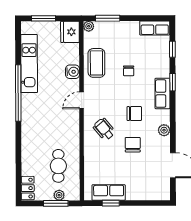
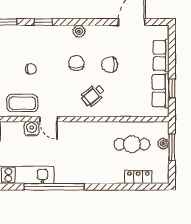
row of seats: (162, 94) -> (161, 56), moved, turned 90
door: (82, 100) -> (49, 119), moved
plant: (164, 130) -> (79, 31), moved
locker: (28, 188) -> (138, 177), moved

